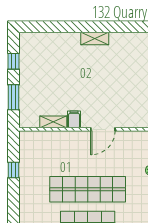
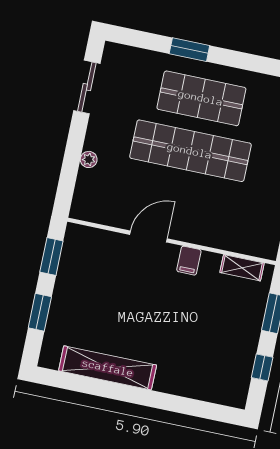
shelving: (95, 39) -> (108, 368), width x2.20, depth x1.33
shelving: (53, 122) -> (242, 268), moved

